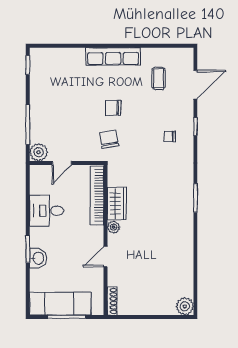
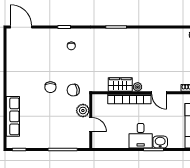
row of seats: (113, 56) -> (13, 116), moved
coffee table: (159, 78) -> (29, 54), removed
door: (195, 85) -> (21, 27), moved
plant: (39, 152) -> (83, 110), moved
bookcase: (97, 195) -> (129, 99), moved
desk: (47, 211) -> (141, 136), moved

